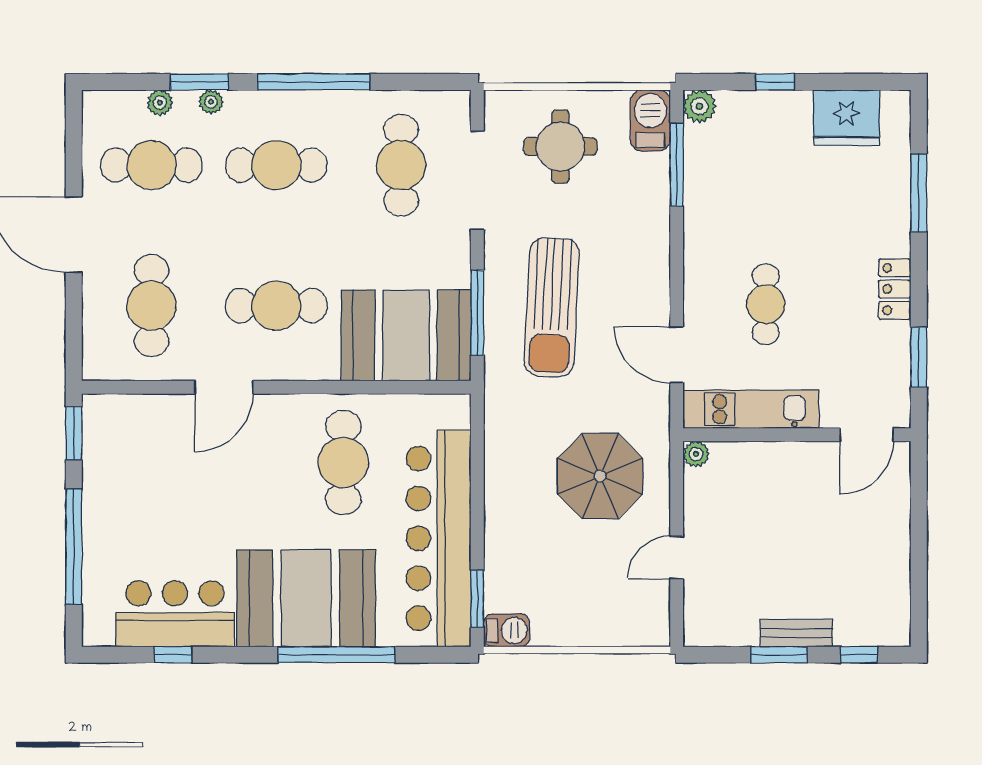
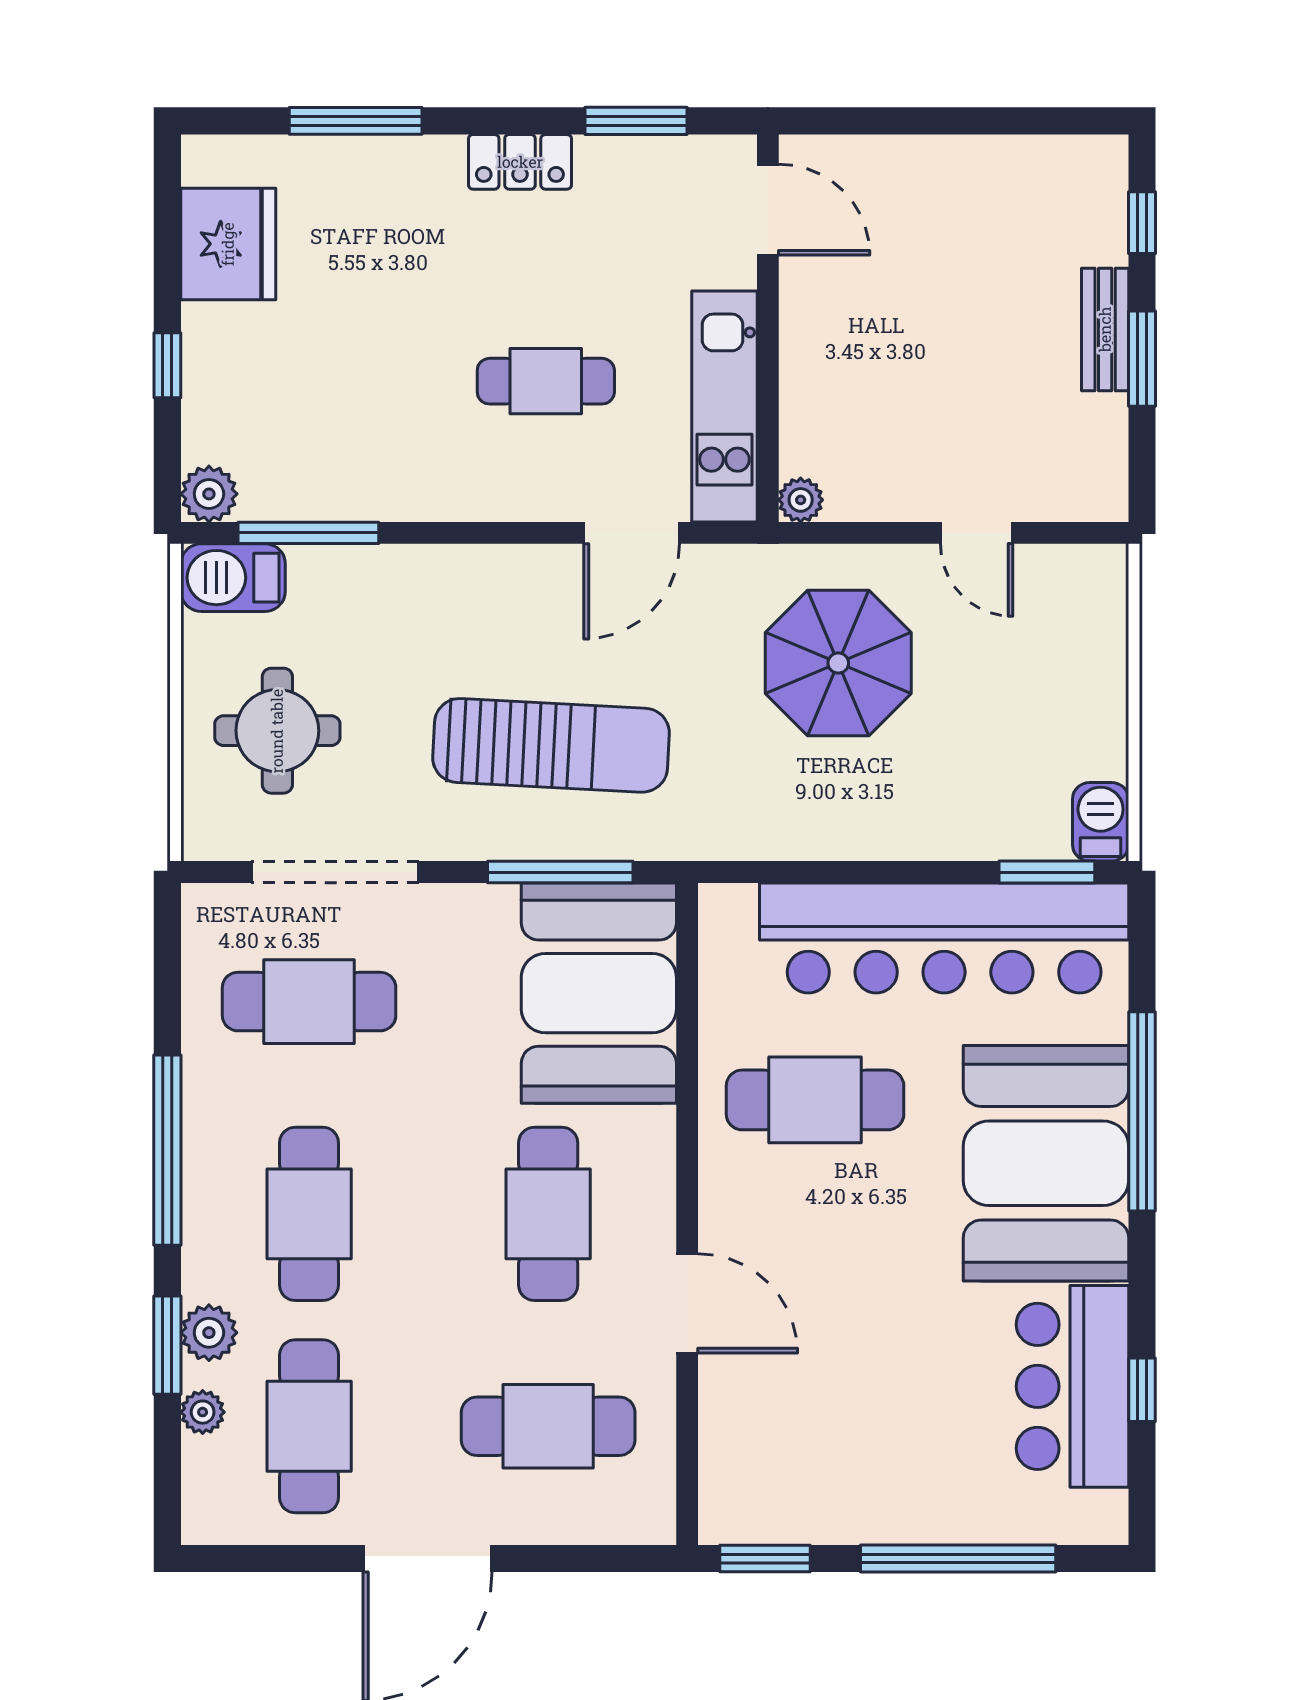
plant: (211, 102) -> (209, 1333), width x1.38, depth x1.38

